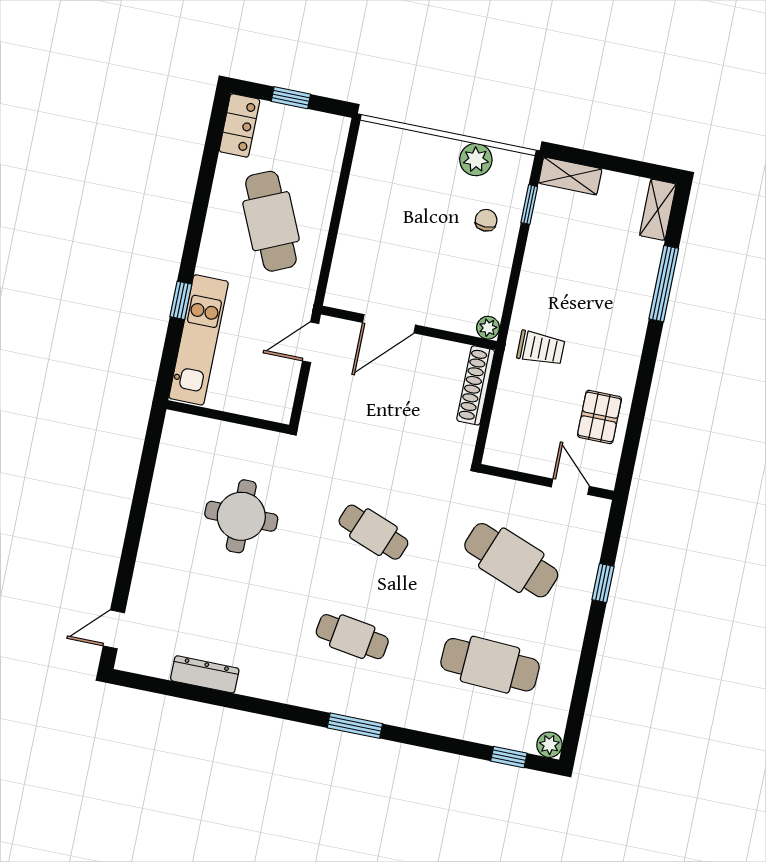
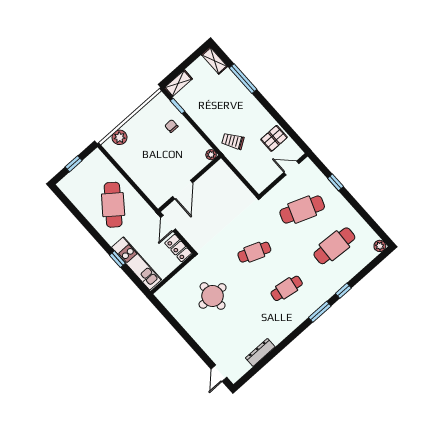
locker: (239, 125) -> (178, 248), moved, turned 180
plant: (476, 160) -> (119, 137), moved
cafe table: (271, 221) -> (113, 205), turned 62
trolley: (541, 348) -> (233, 141), turned -123
shoe rack: (476, 385) -> (229, 175), removed
pallet: (599, 417) -> (274, 138), turned 90
window: (509, 757) -> (343, 291), moved

